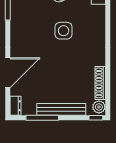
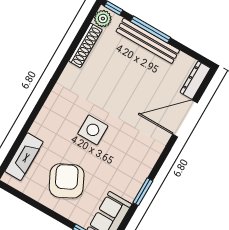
dresser: (15, 106) -> (195, 80), width x1.44
window: (42, 118) -> (150, 29), moved

